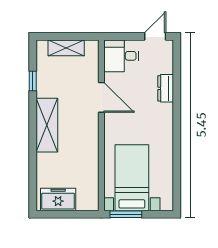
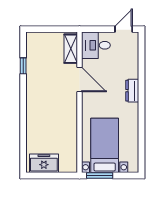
shelving: (66, 48) -> (71, 49), moved, turned 90
dresser: (166, 88) -> (132, 91), moved
shelving: (47, 125) -> (35, 102), removed

